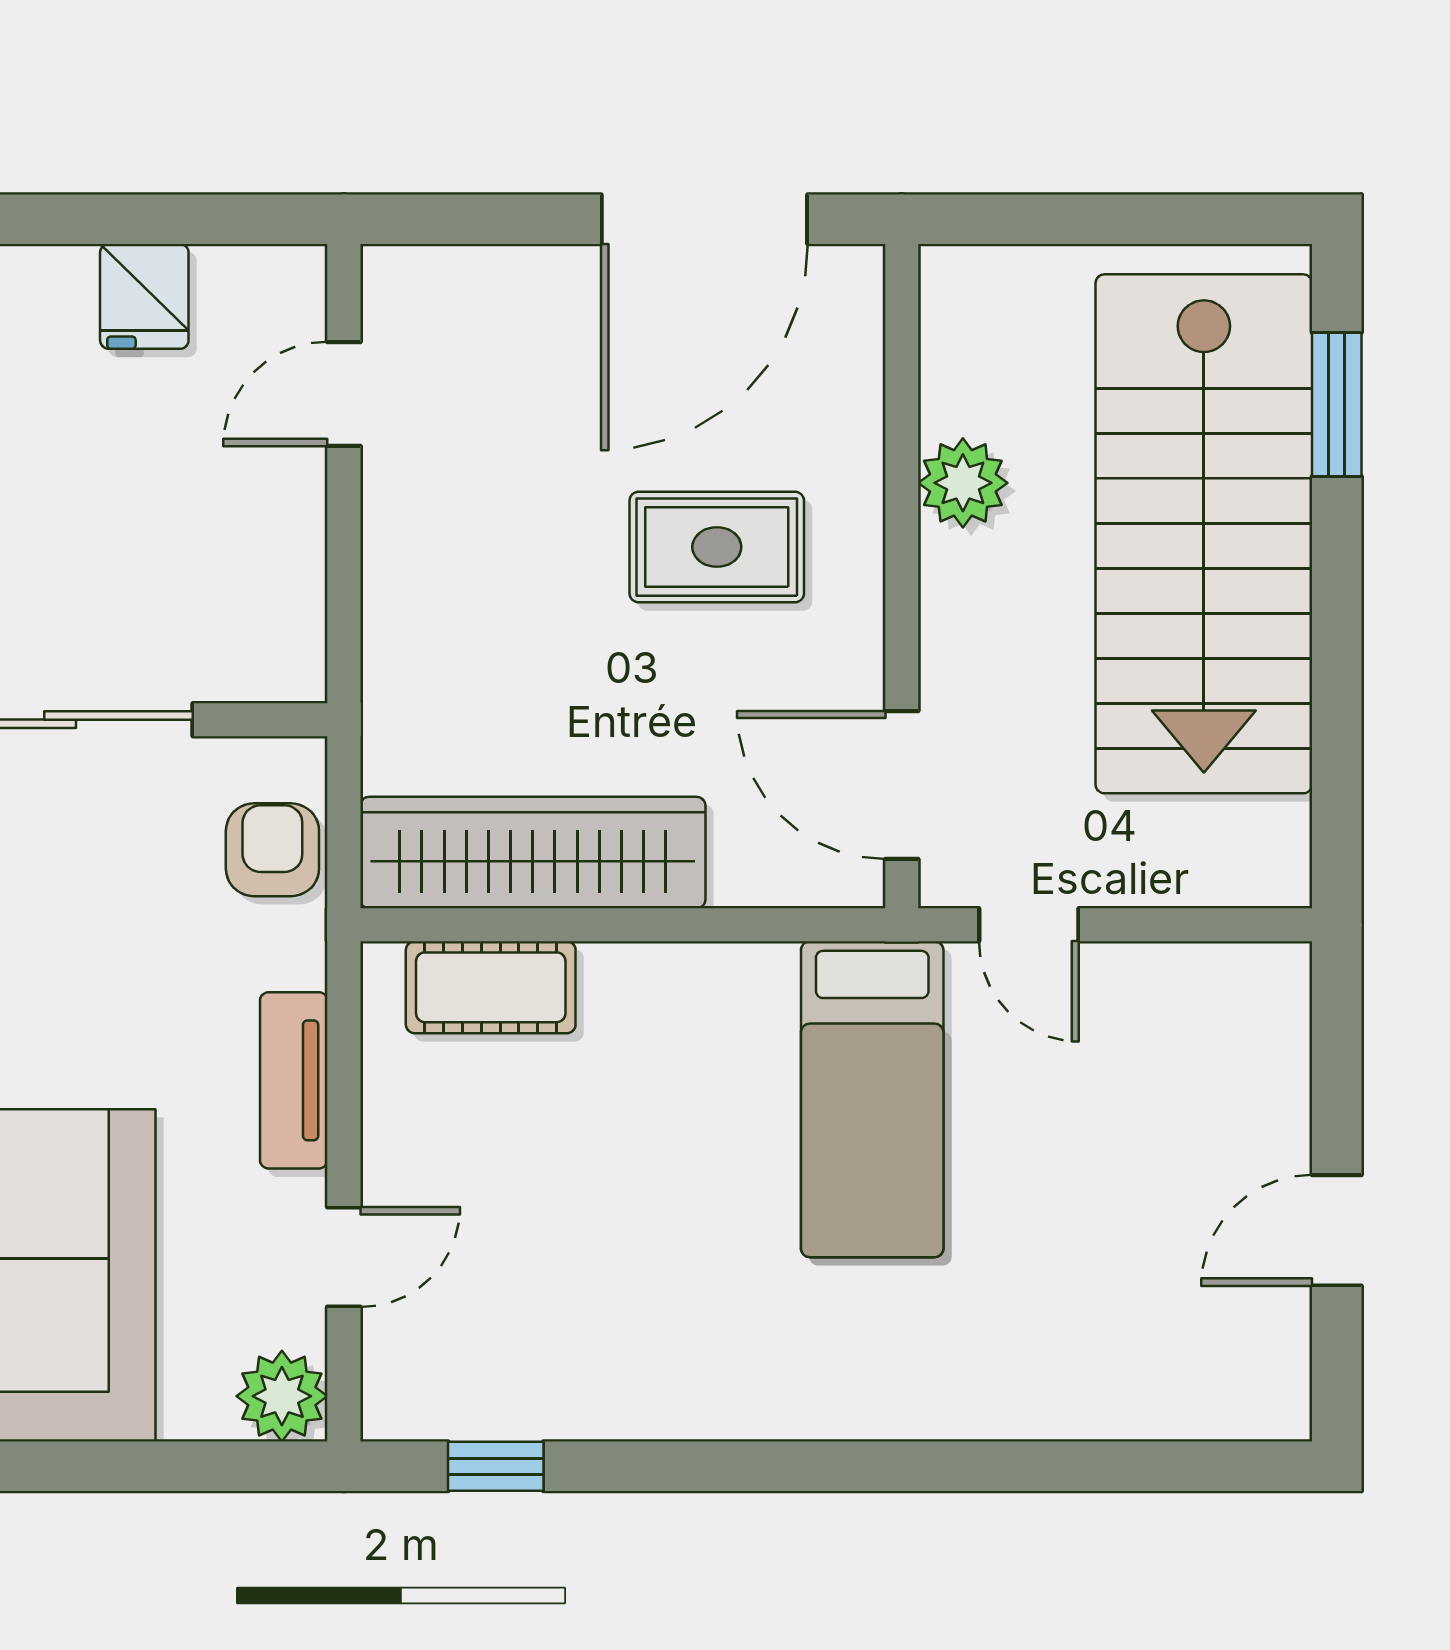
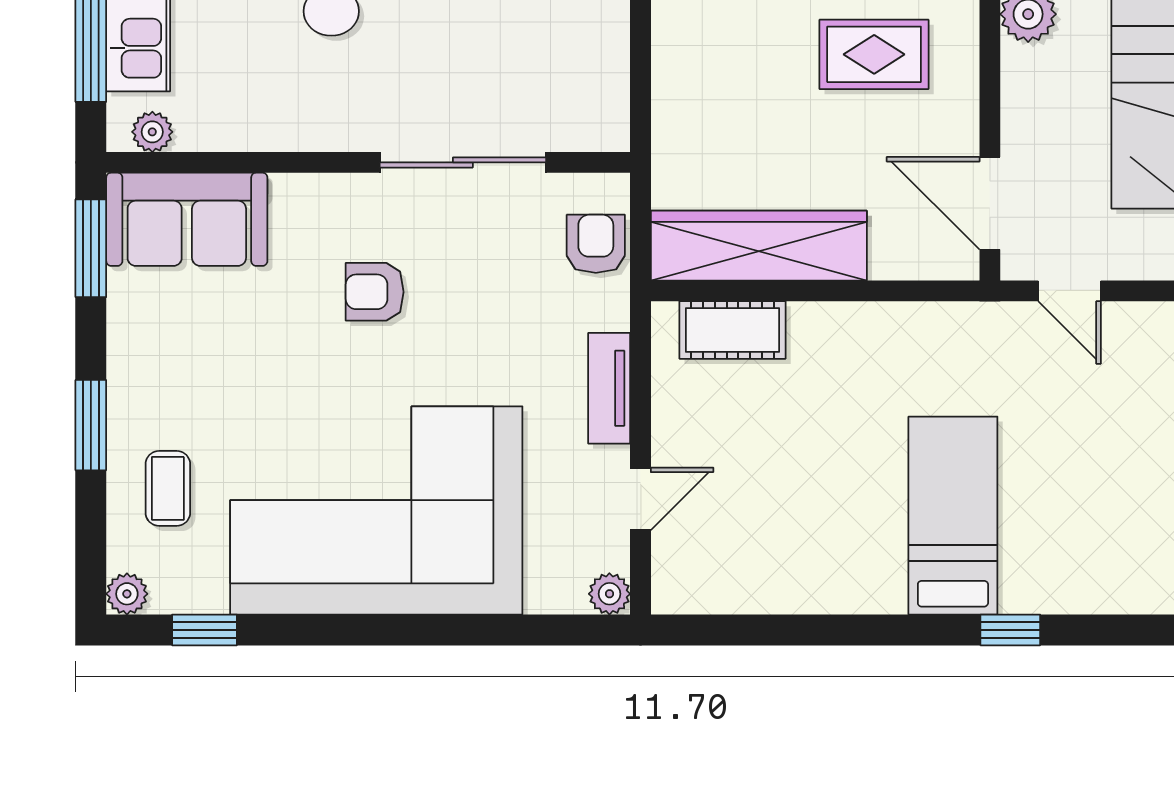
bed: (872, 1099) -> (953, 516), moved, turned 180
plant: (282, 1396) -> (609, 594), width x0.73, depth x0.73
window: (496, 1466) -> (1010, 630), moved

